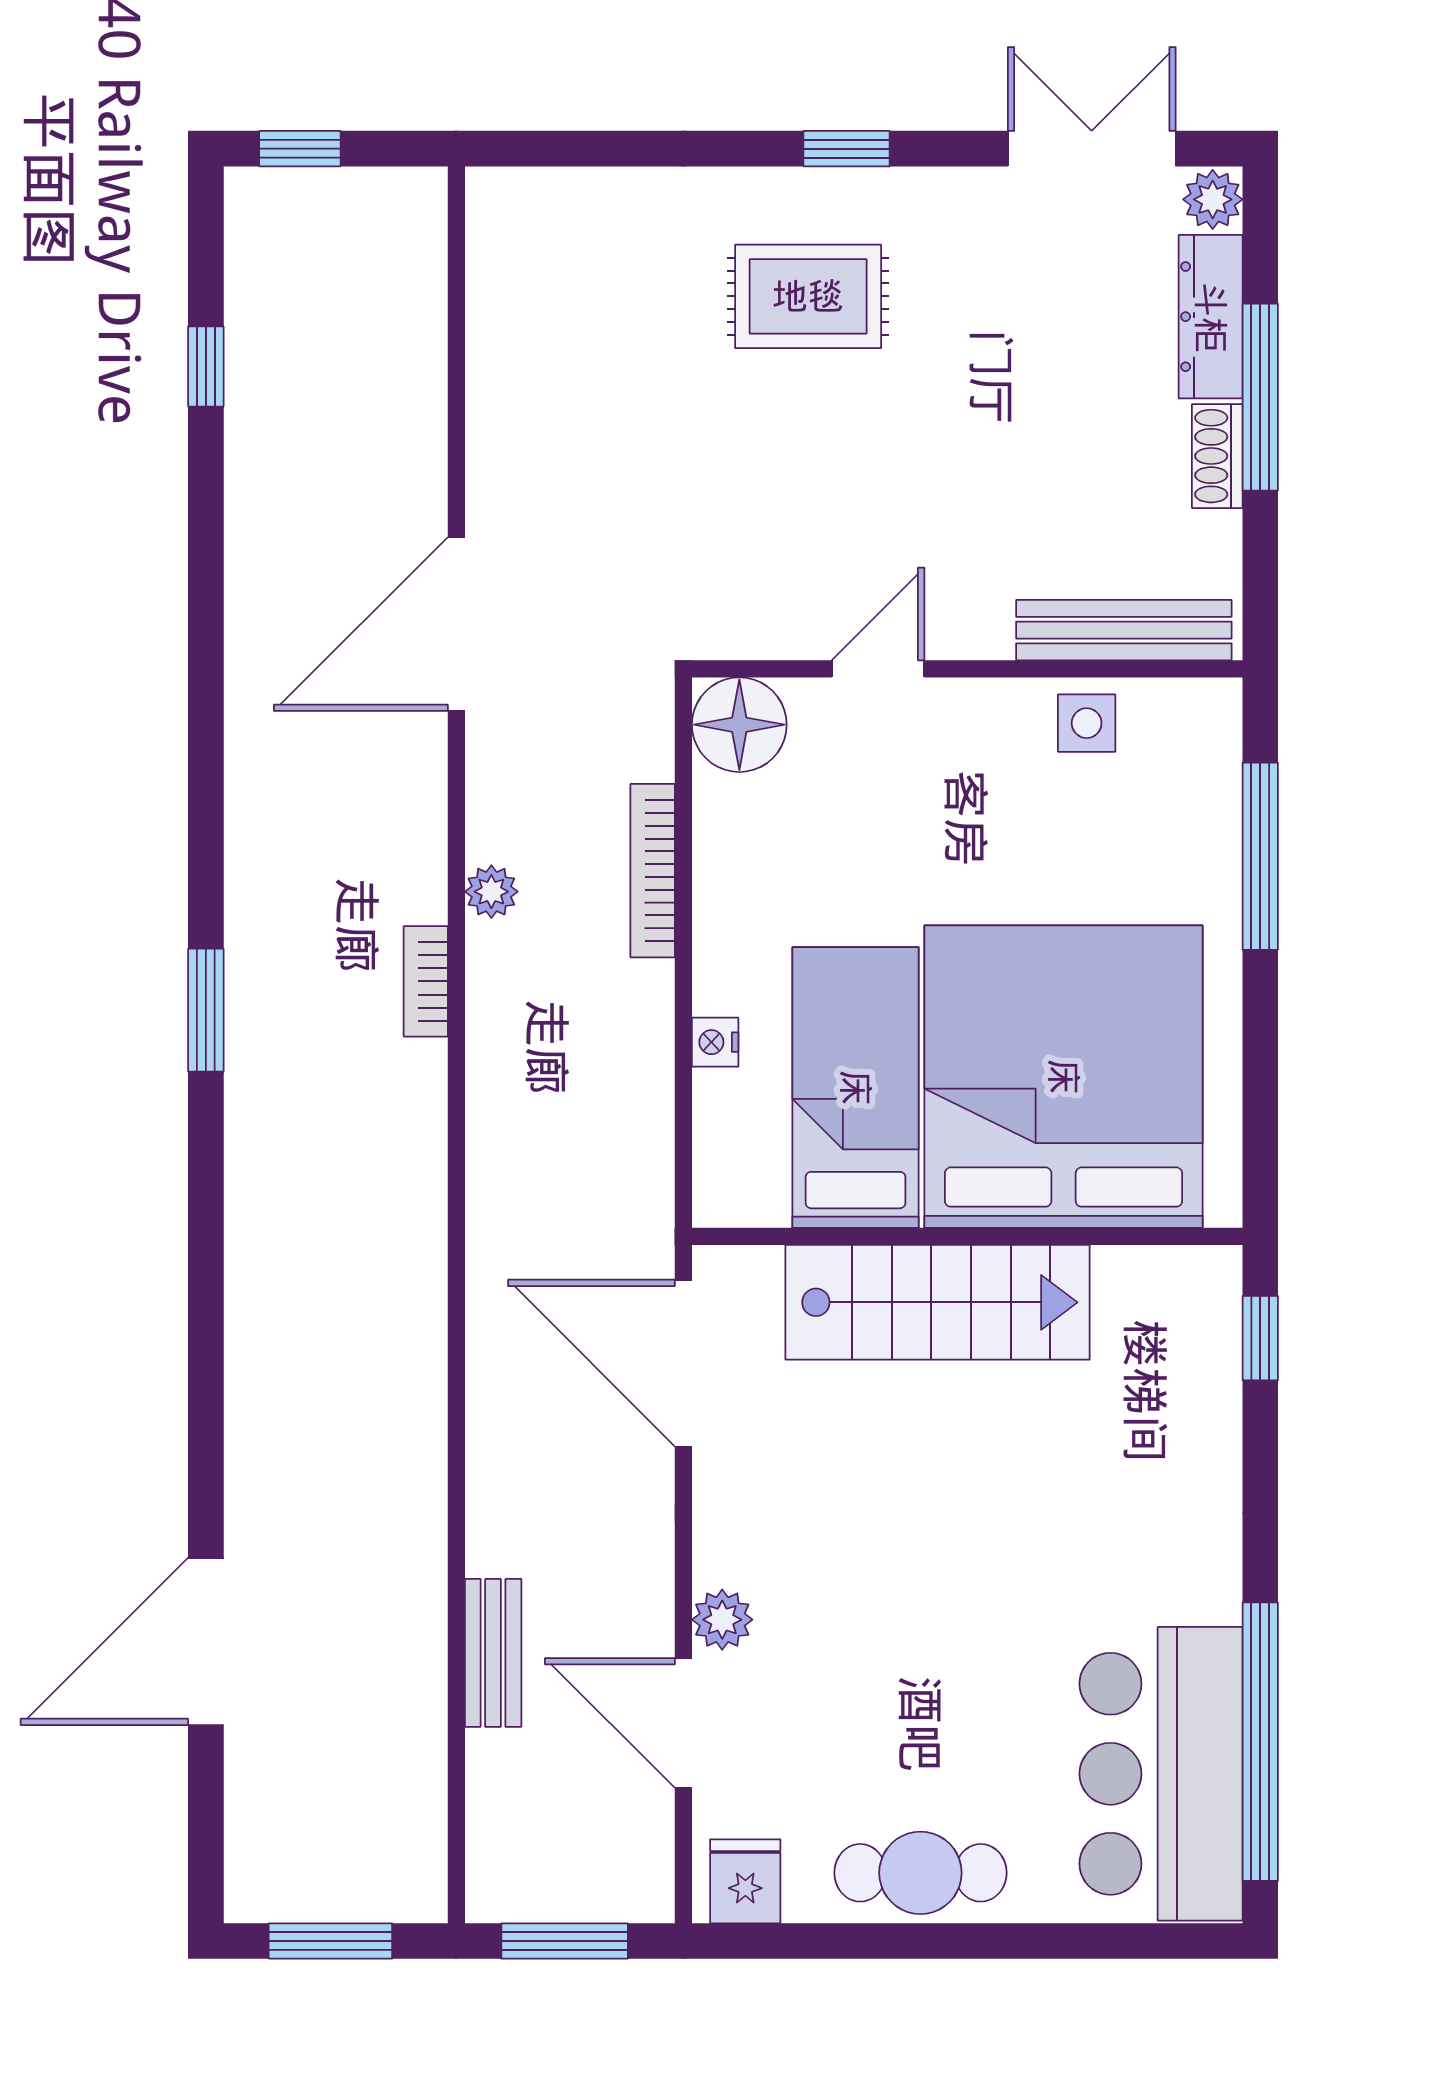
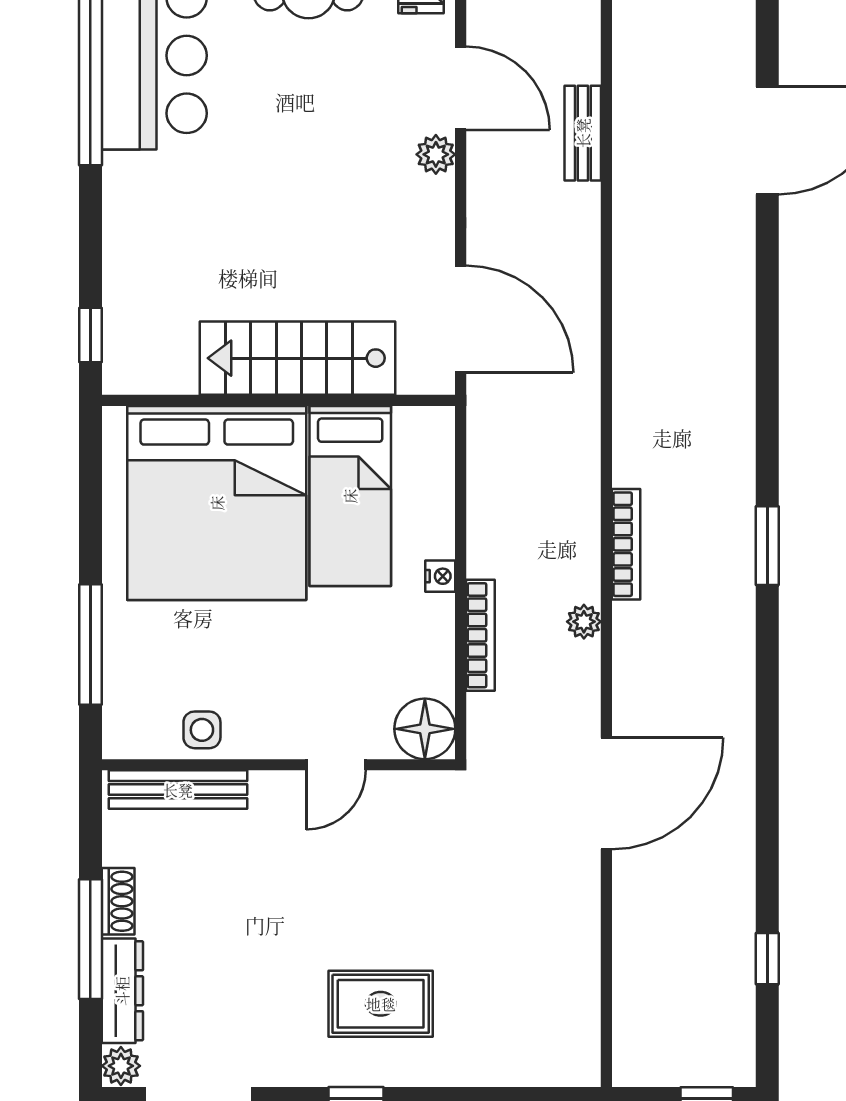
bookcase: (426, 981) -> (626, 544), width x1.56
nightstand: (715, 1042) -> (440, 576), moved

